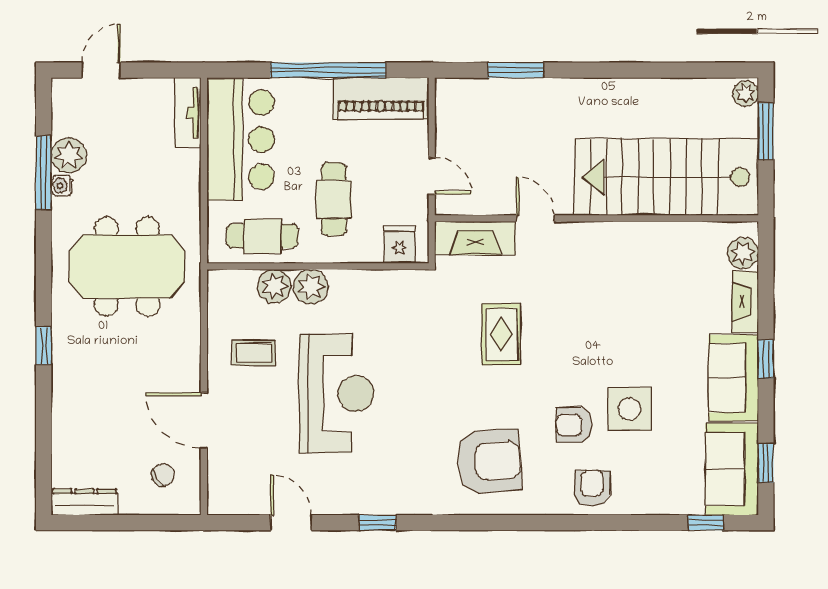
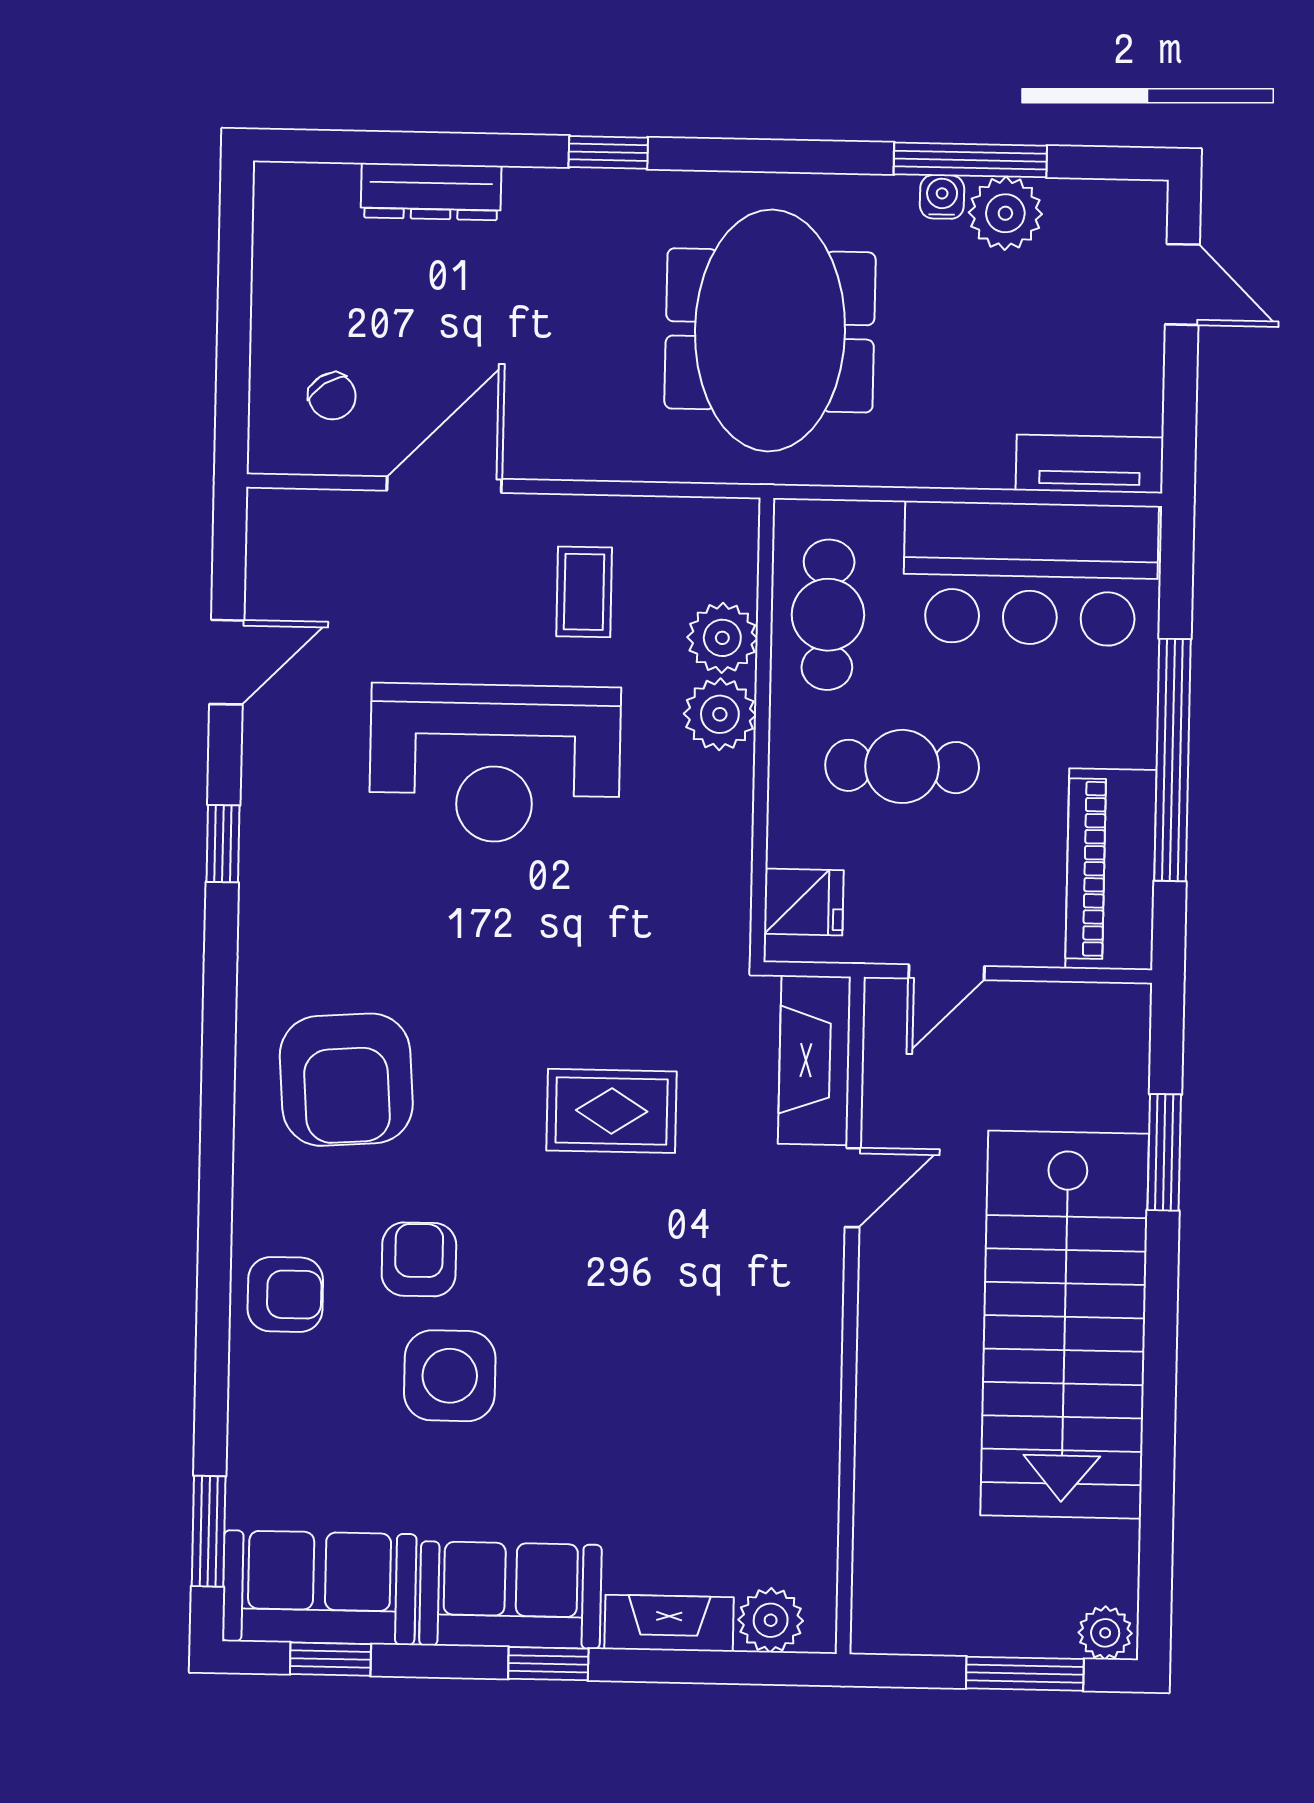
stairs: (666, 177) -> (1065, 1325), moved, turned 180
dresser: (85, 502) -> (431, 192), moved, turned 90
window: (706, 523) -> (209, 1531), width x1.50

